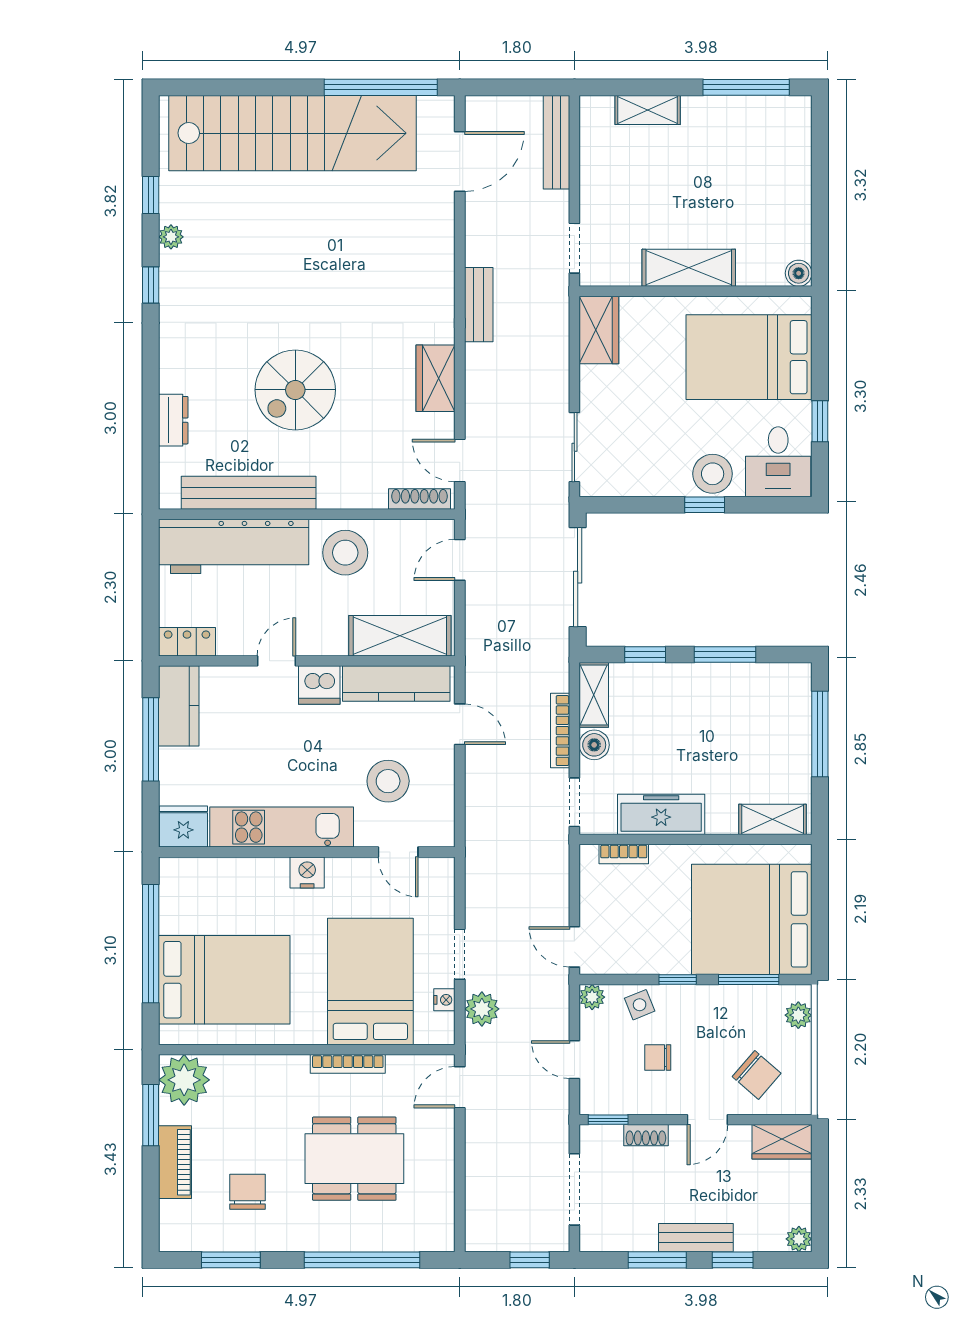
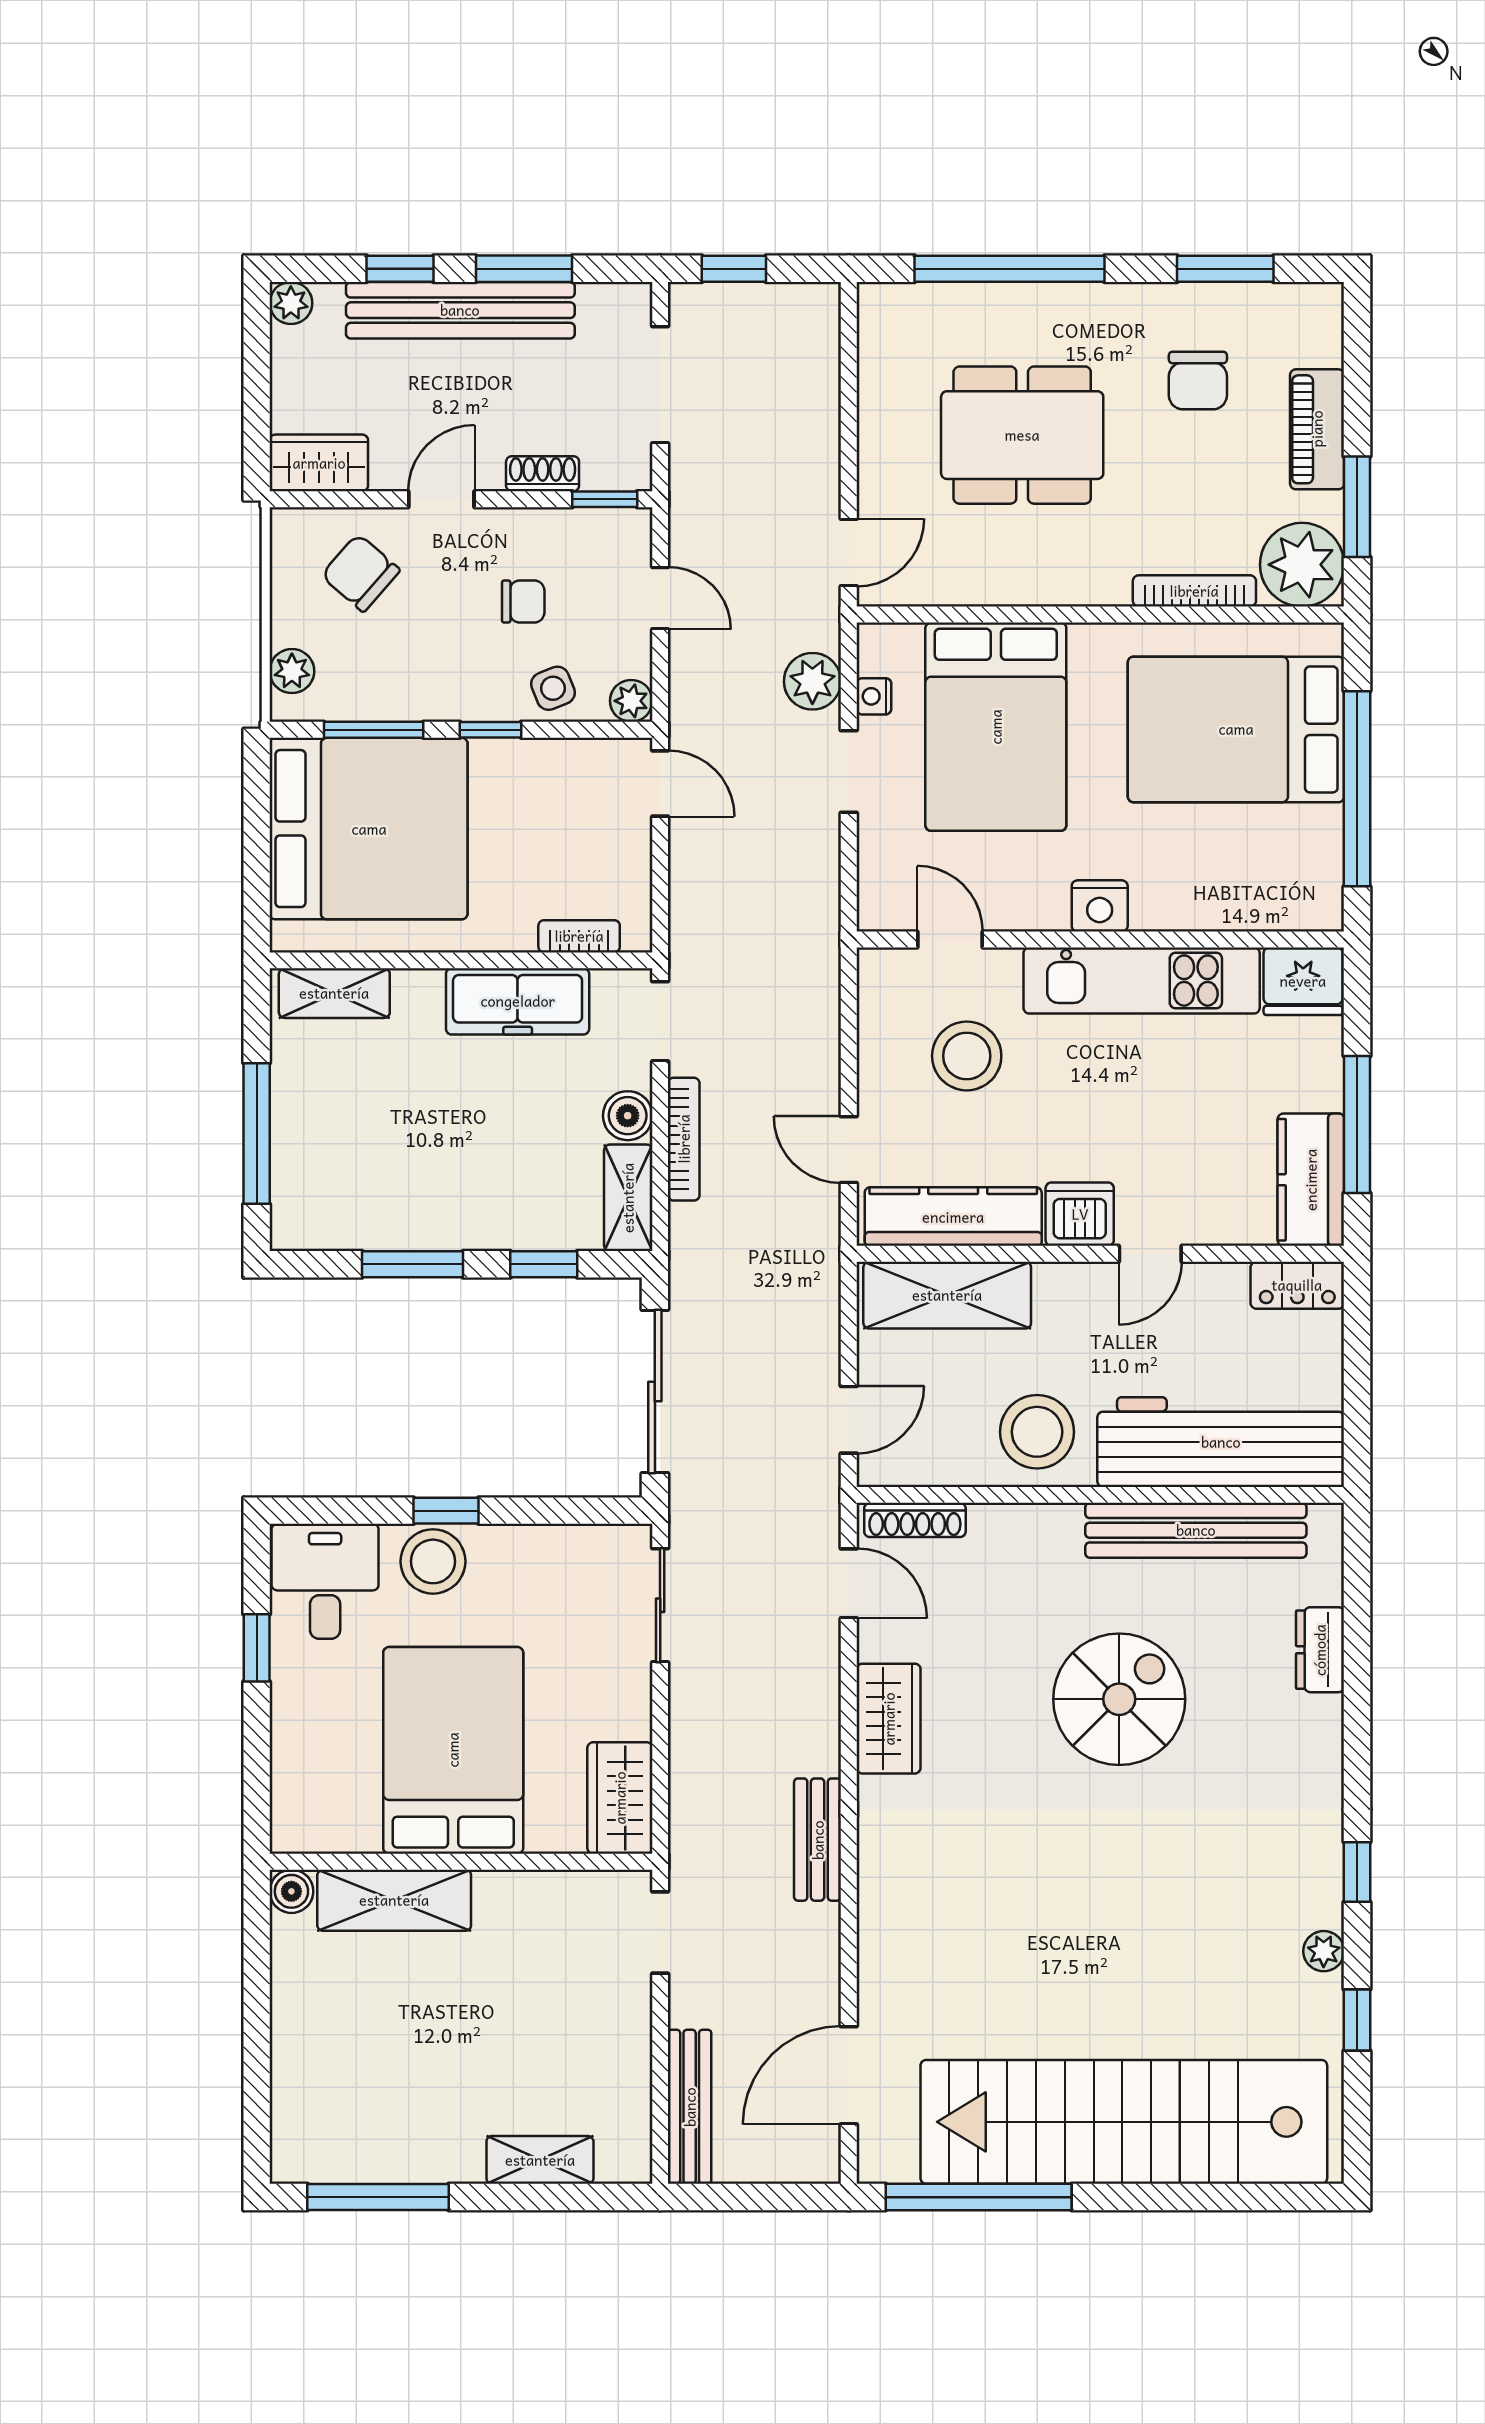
shelving: (689, 268) -> (394, 1900), moved
bed: (749, 357) -> (453, 1750), moved, turned -90
bookcase: (348, 1064) -> (1194, 591), moved
bench: (696, 1238) -> (460, 310), width x1.86, depth x1.21

